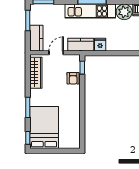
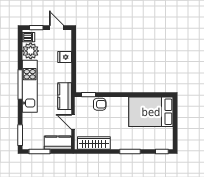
fridge: (100, 45) -> (65, 57), moved
bed: (44, 128) -> (151, 112), moved

